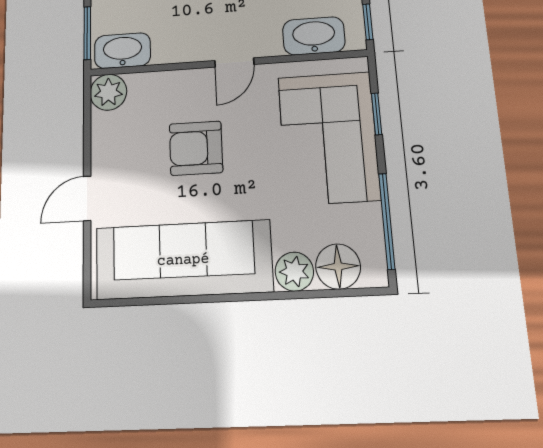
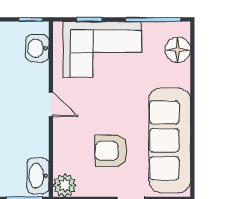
washbasin: (314, 36) -> (37, 48), width x0.72
armchair: (196, 148) -> (111, 151), moved, turned 90
plant: (294, 272) -> (179, 75), removed

